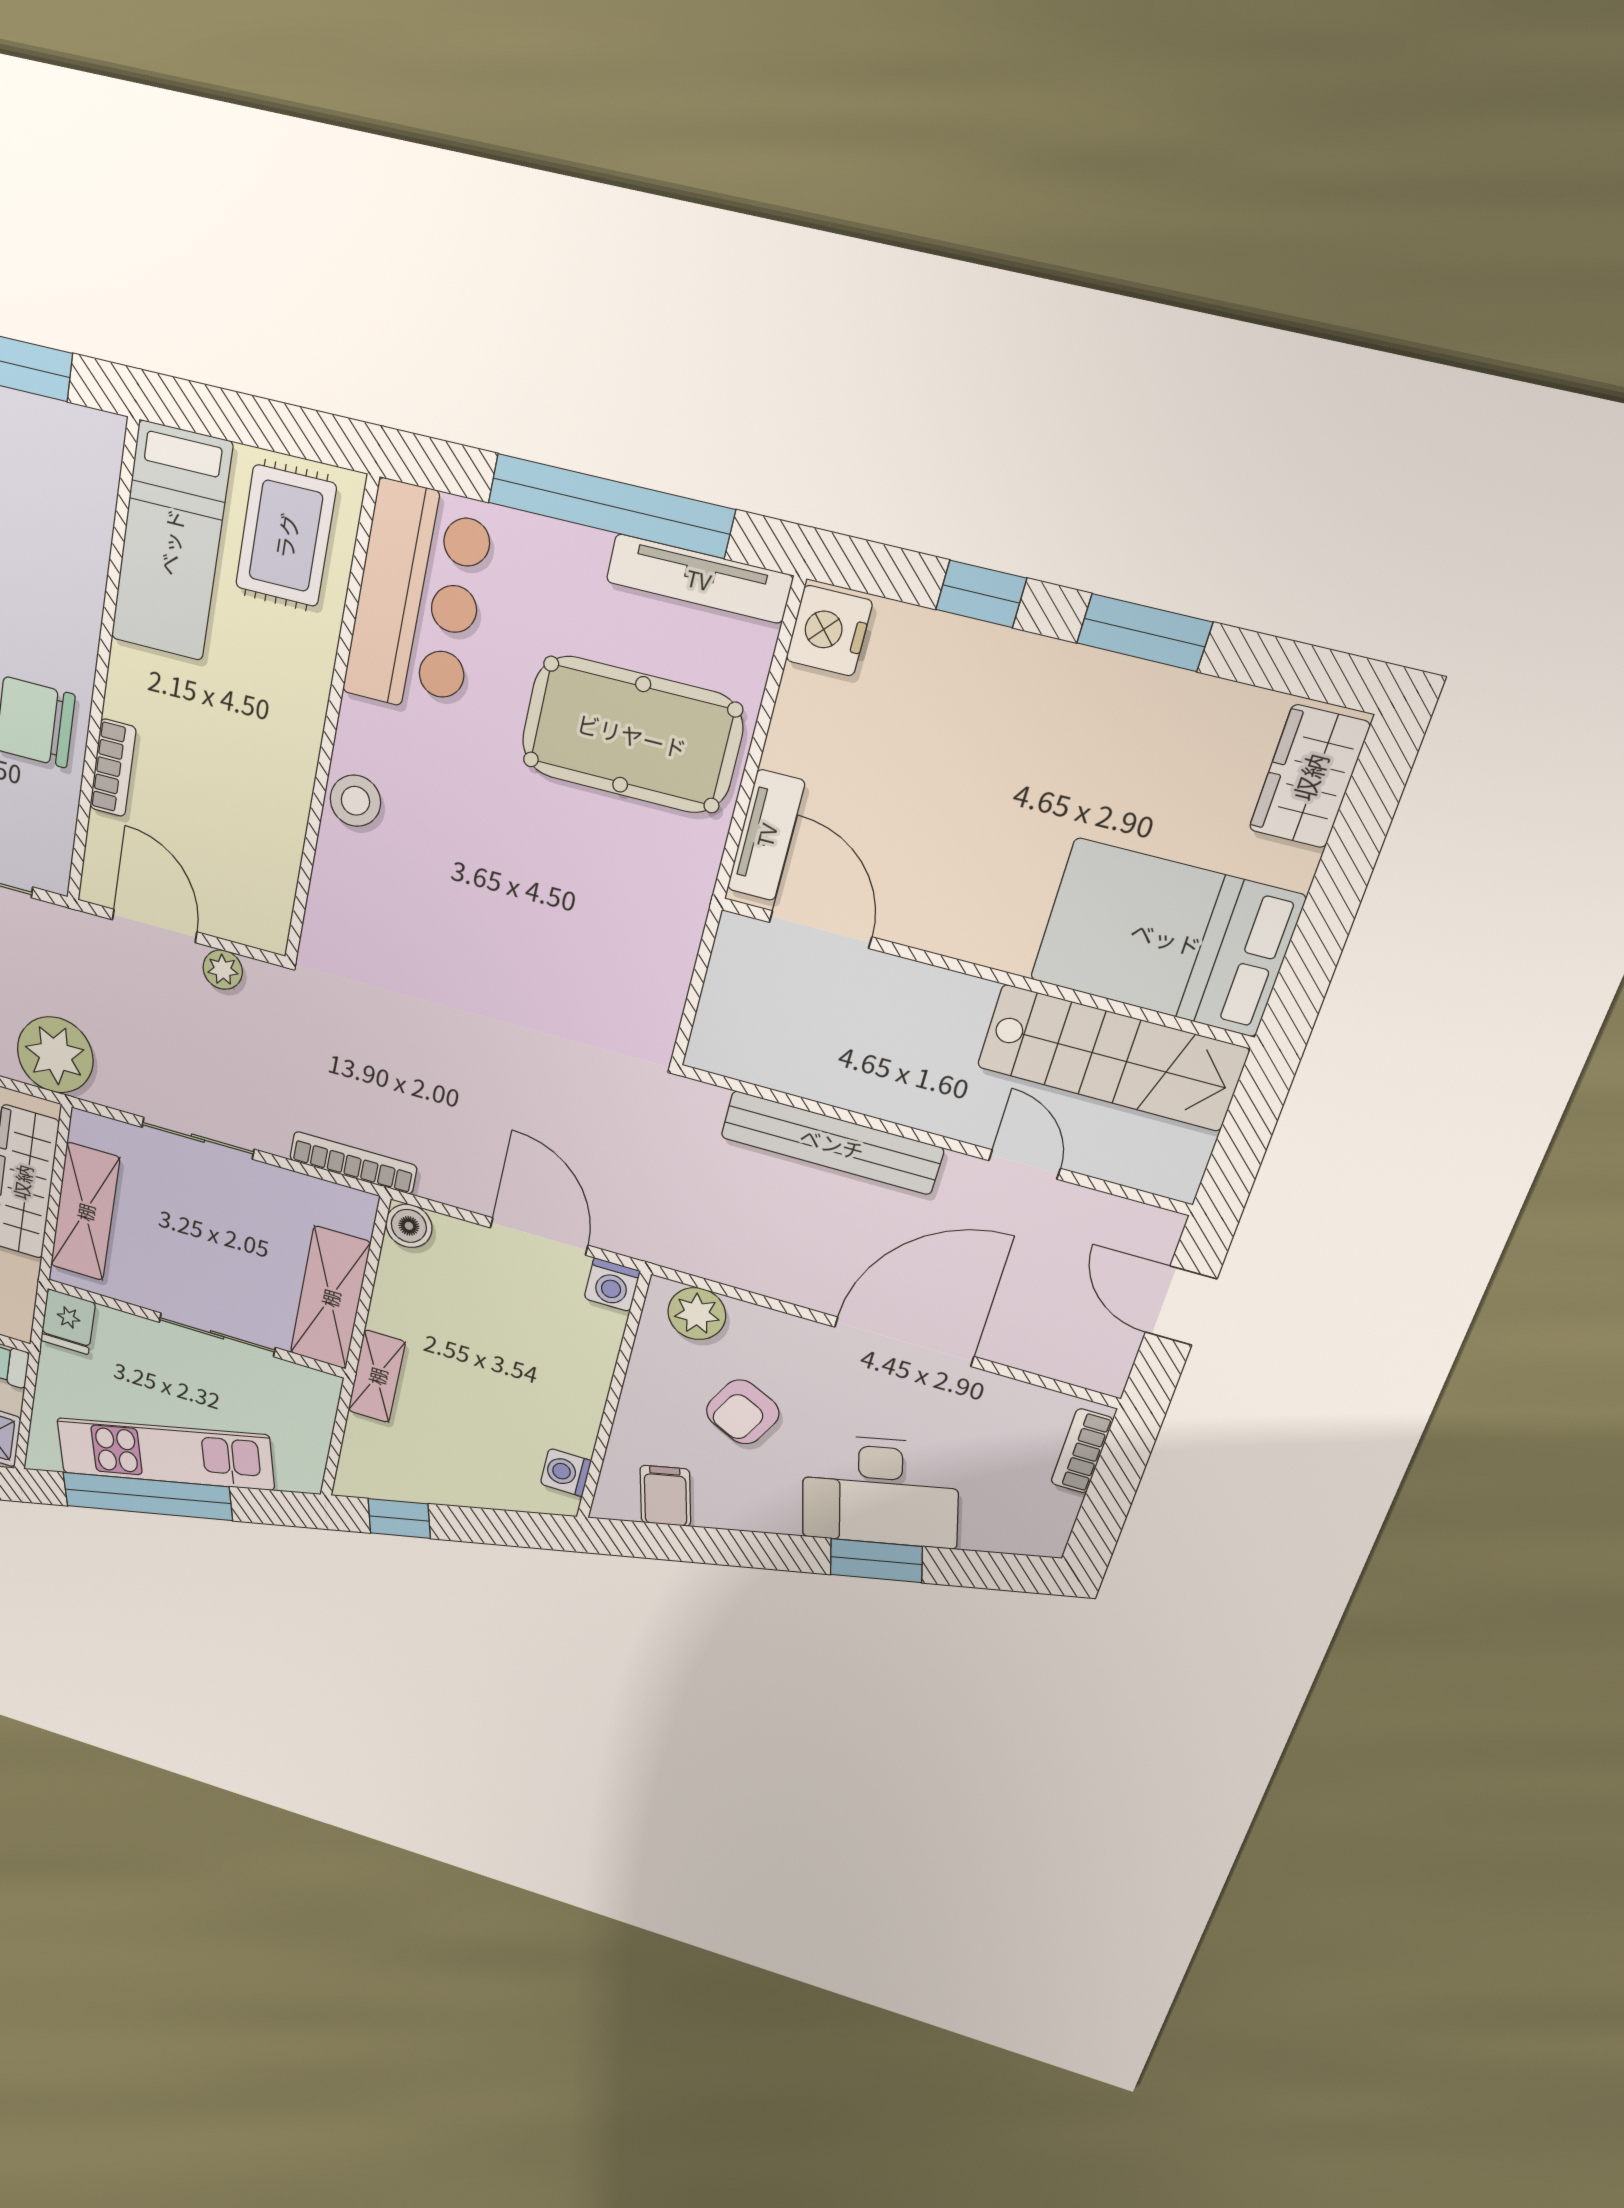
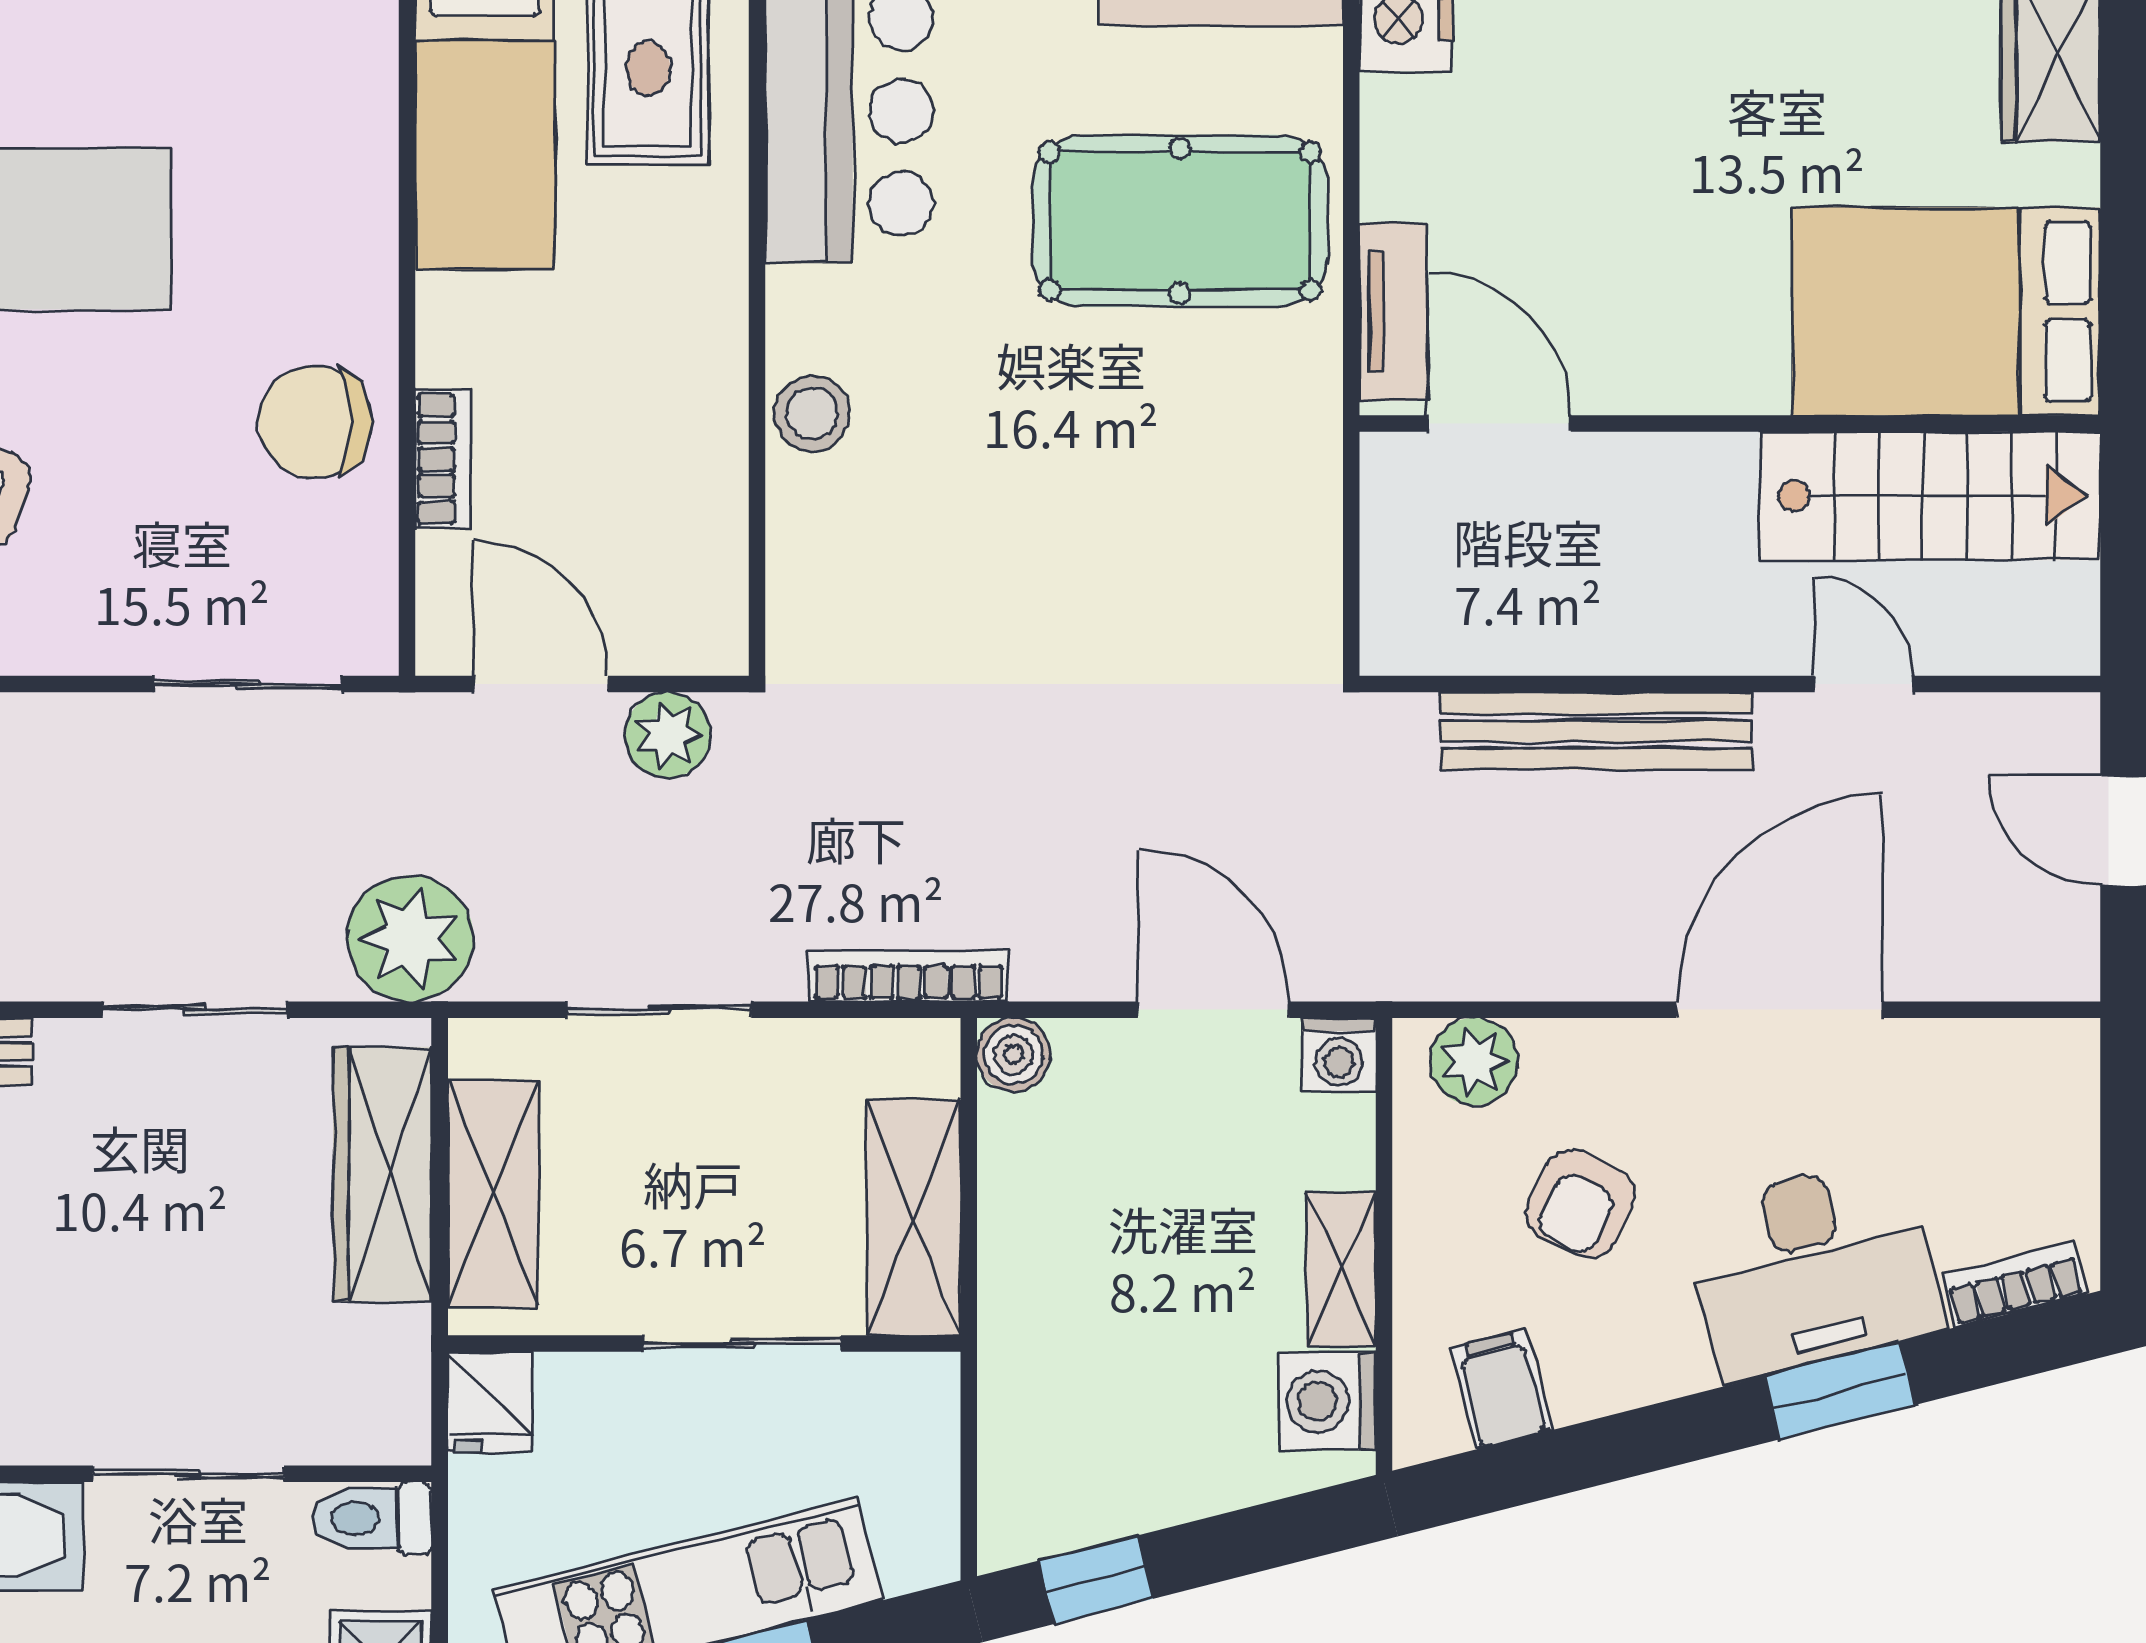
plant: (223, 970) -> (668, 735), width x1.38, depth x1.38
shelving: (377, 1376) -> (1341, 1269), moved
bookcase: (1082, 1451) -> (2014, 1284), moved, turned 76
washing machine: (566, 1472) -> (1327, 1401), width x1.38, depth x1.38

